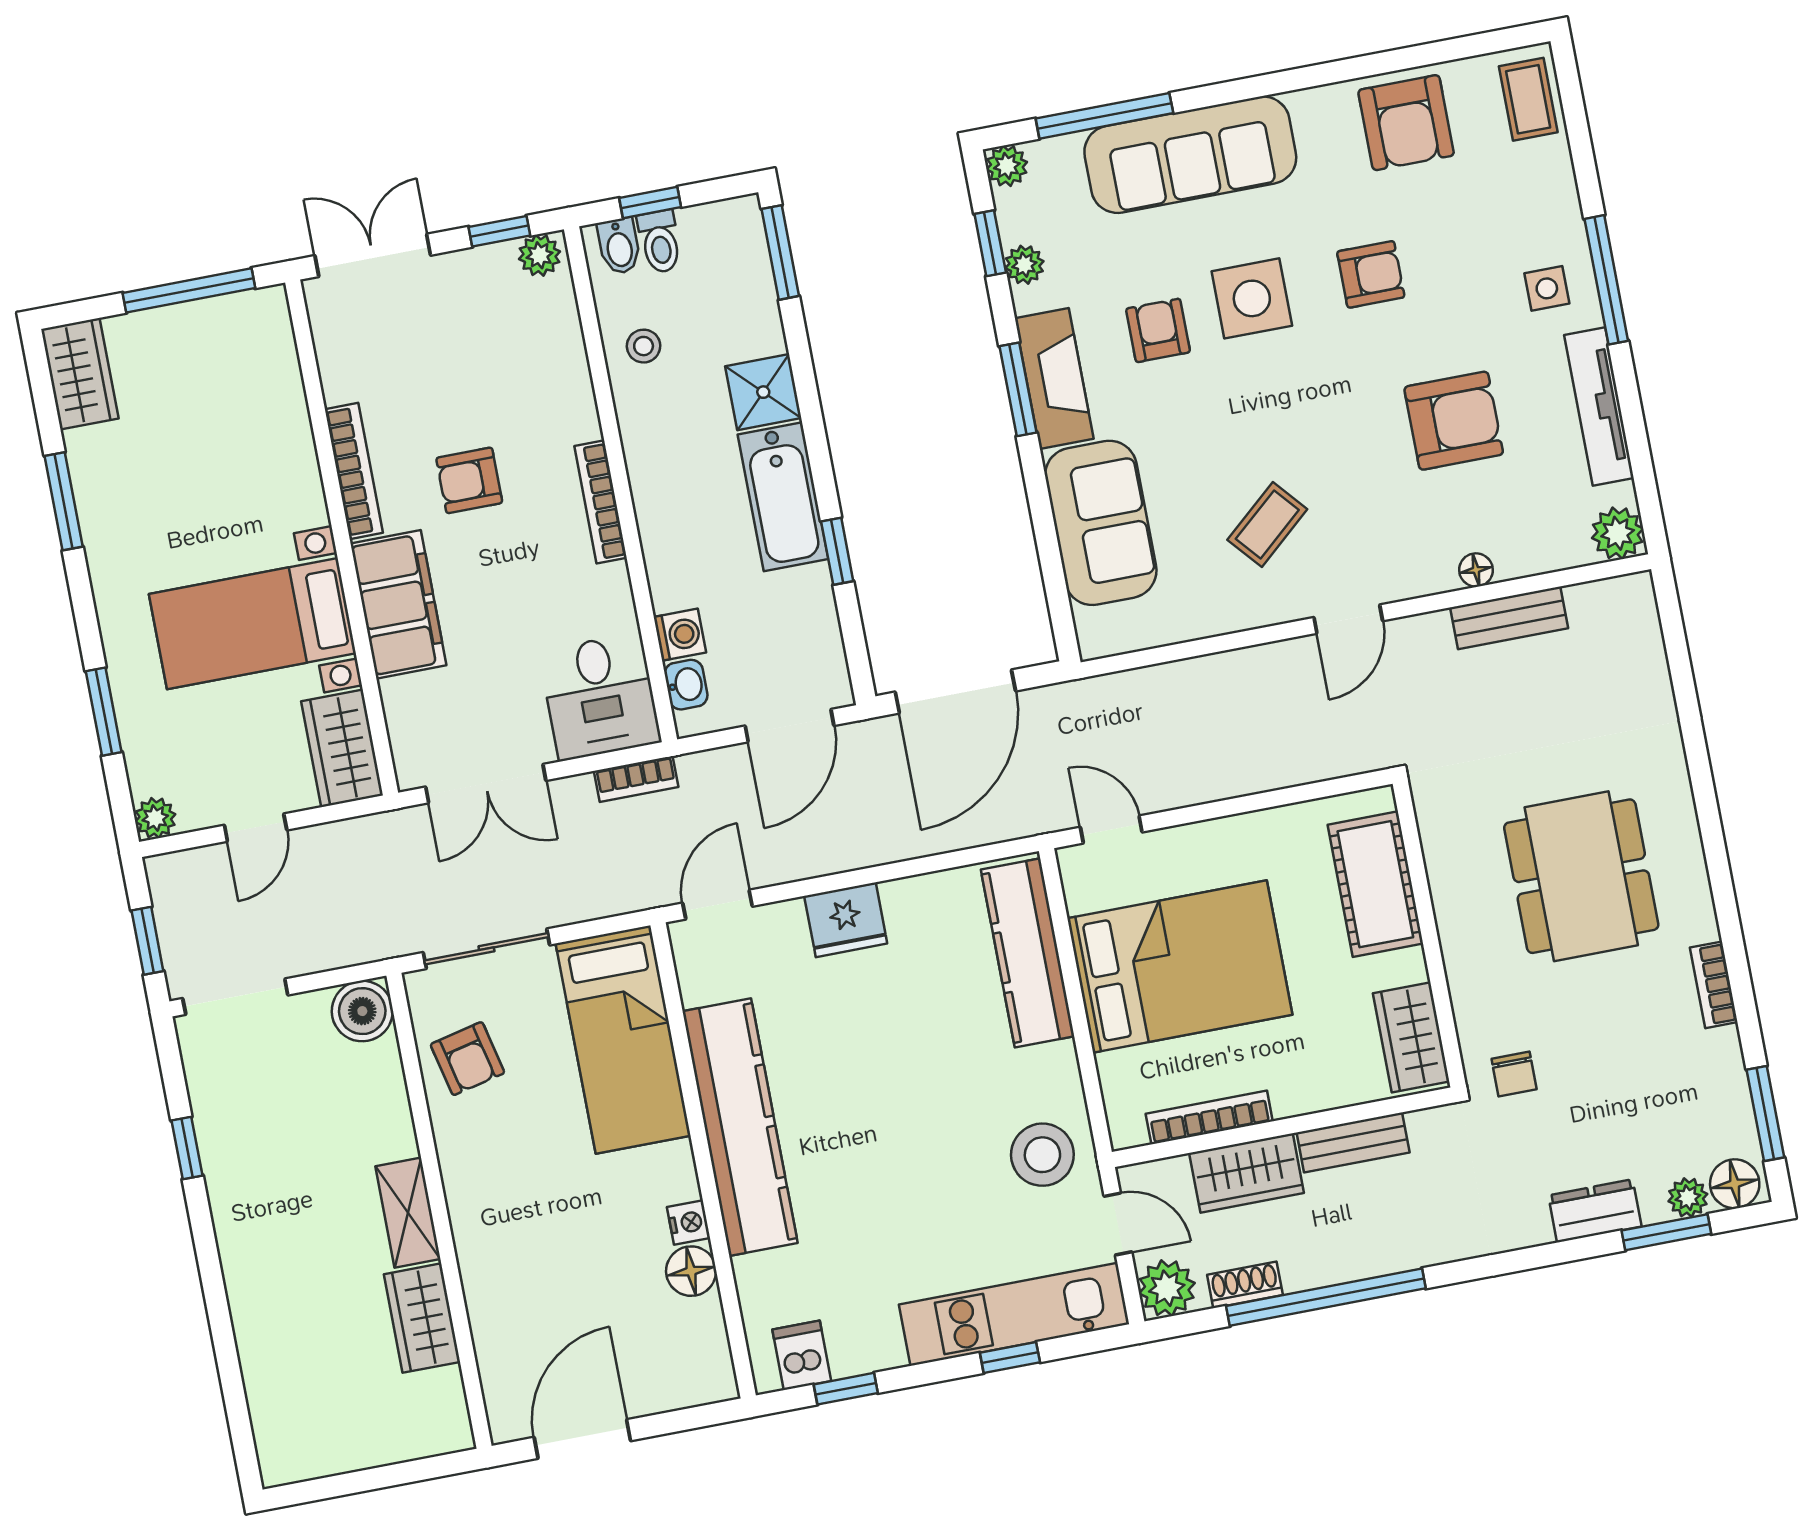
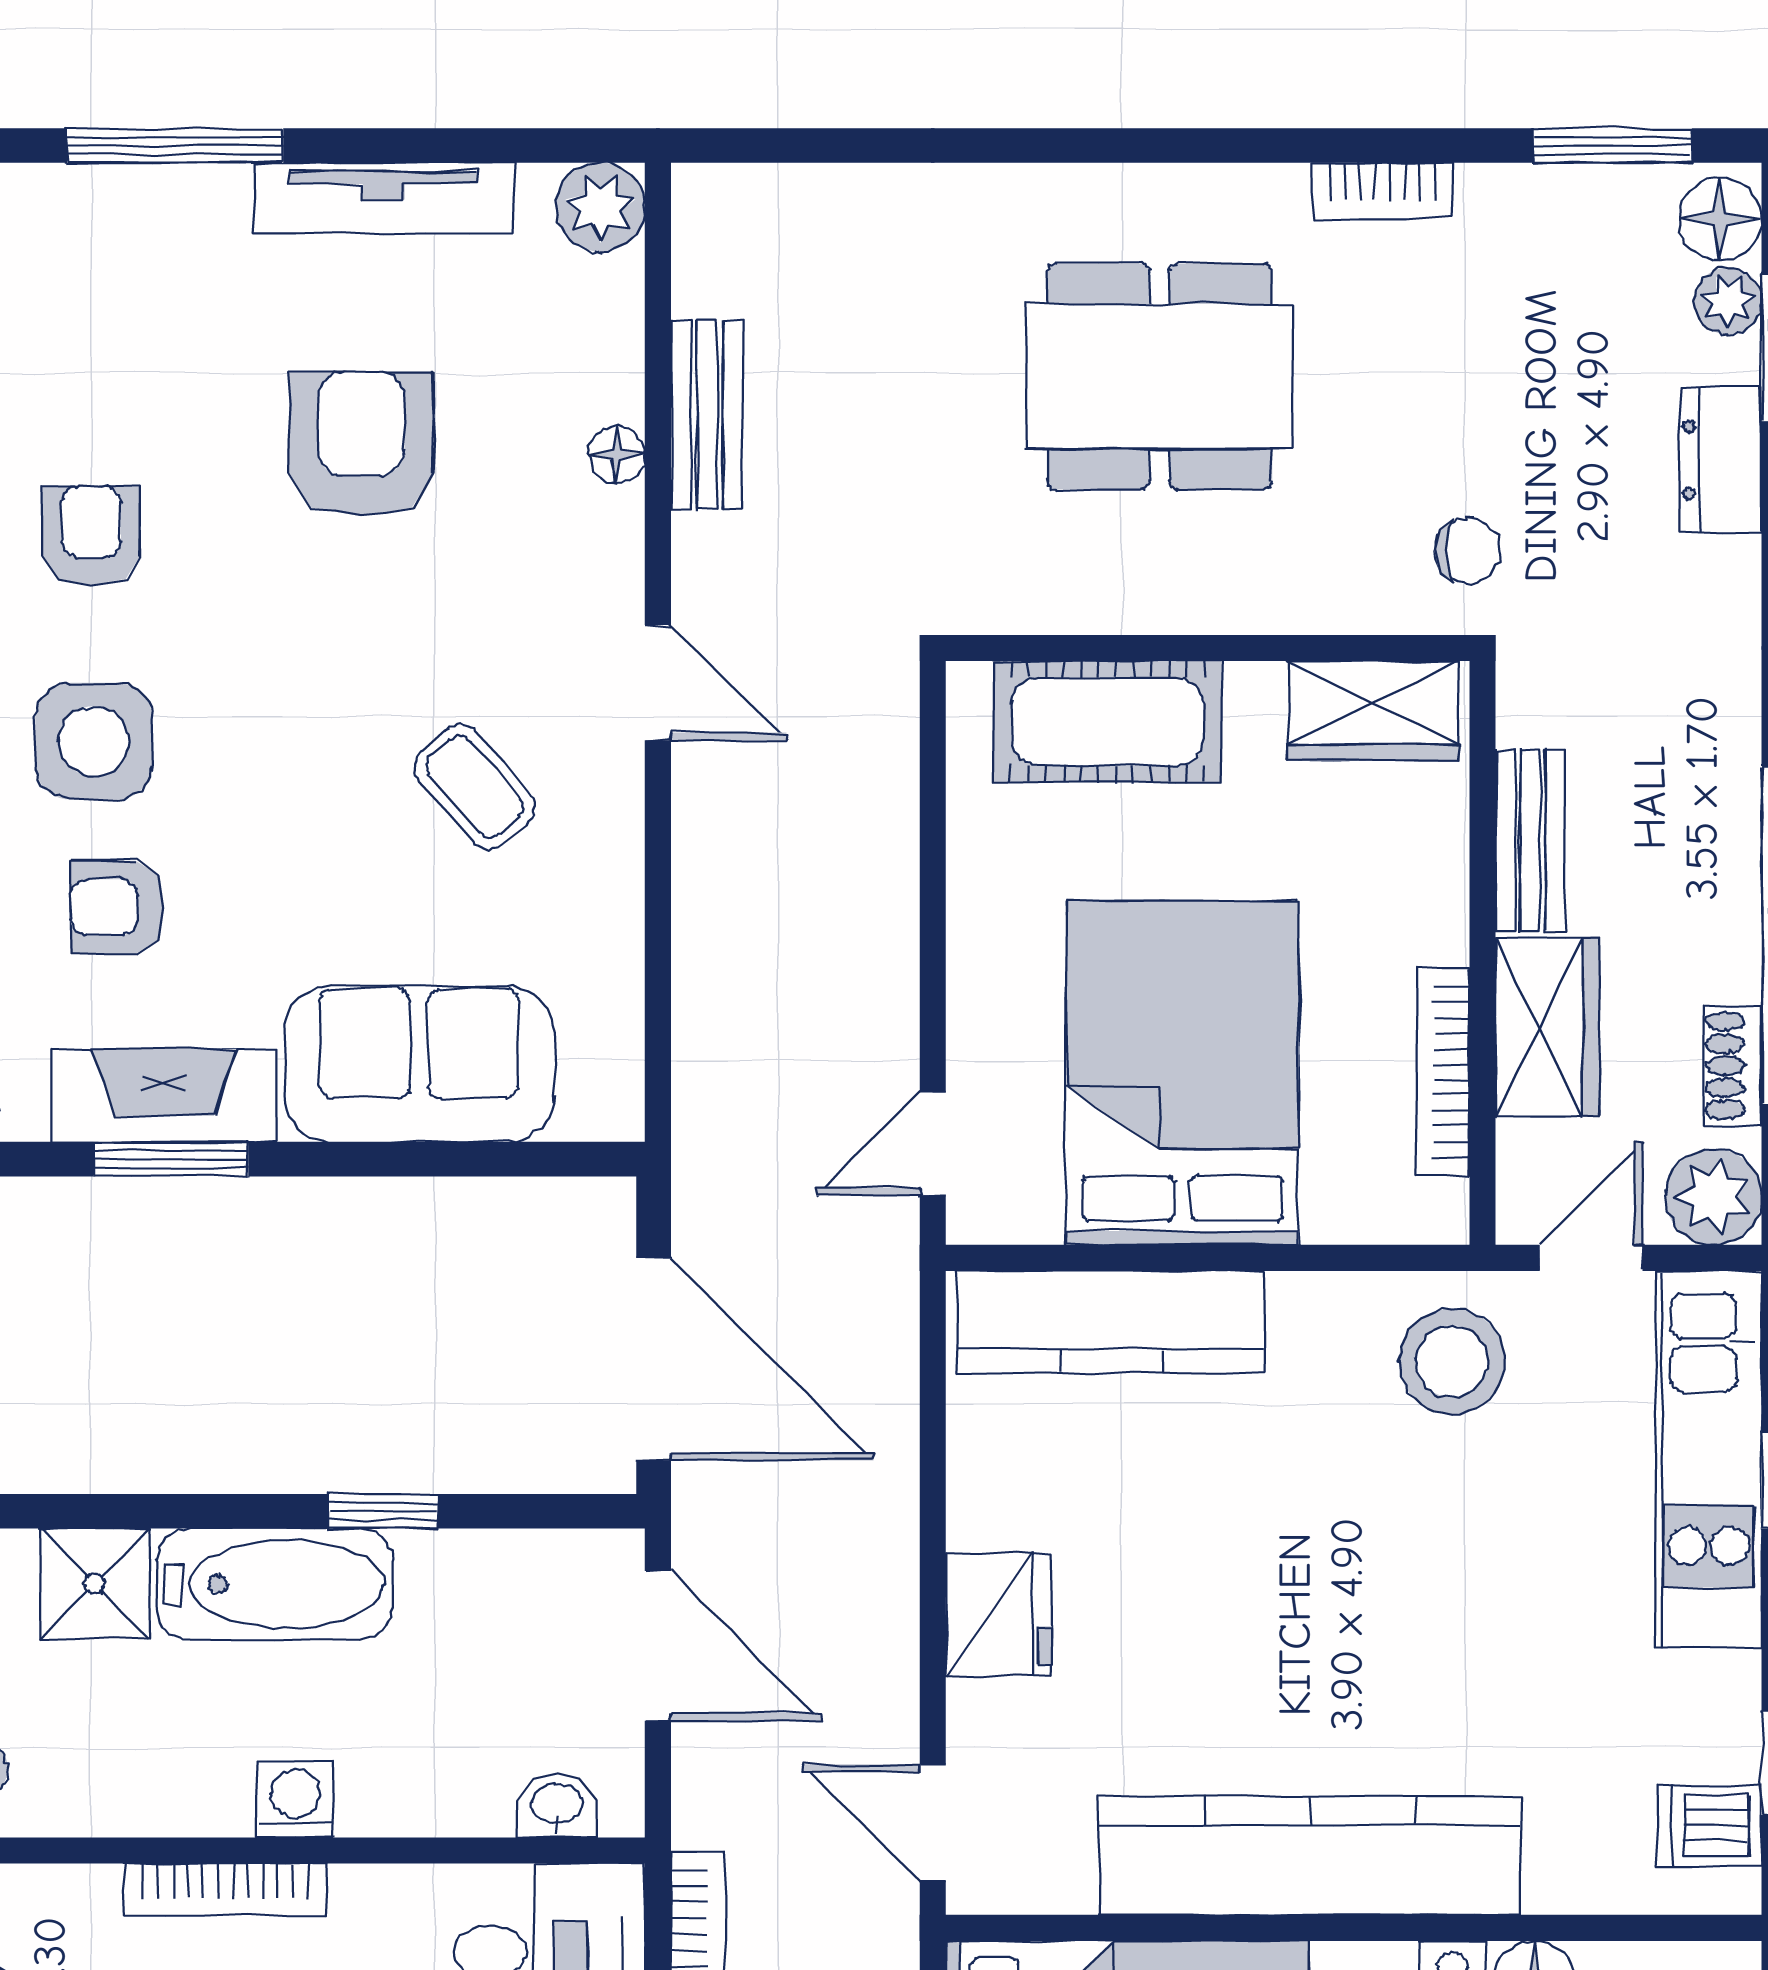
side table: (1547, 288) -> (171, 247), removed
washing machine: (680, 635) -> (295, 1800), moved

